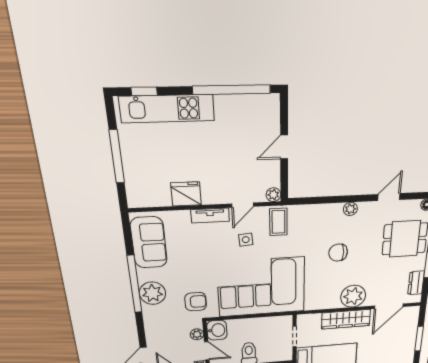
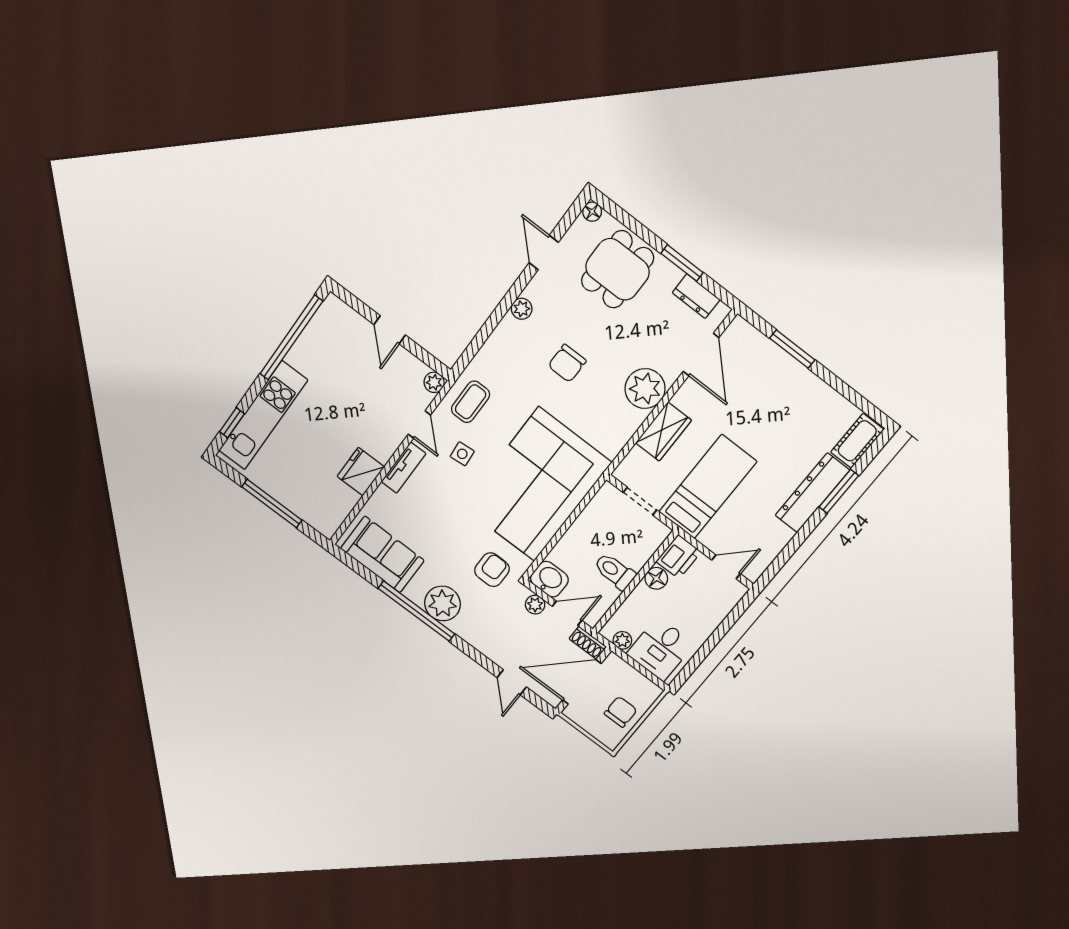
coffee table: (278, 222) -> (471, 402), turned 90
wardrobe: (346, 319) -> (663, 432), width x0.67

